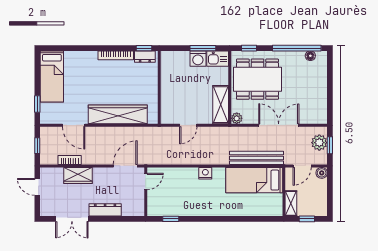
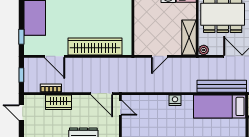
door: (125, 166) -> (102, 94), swing flipped
door: (146, 181) -> (120, 108), hinge flipped

